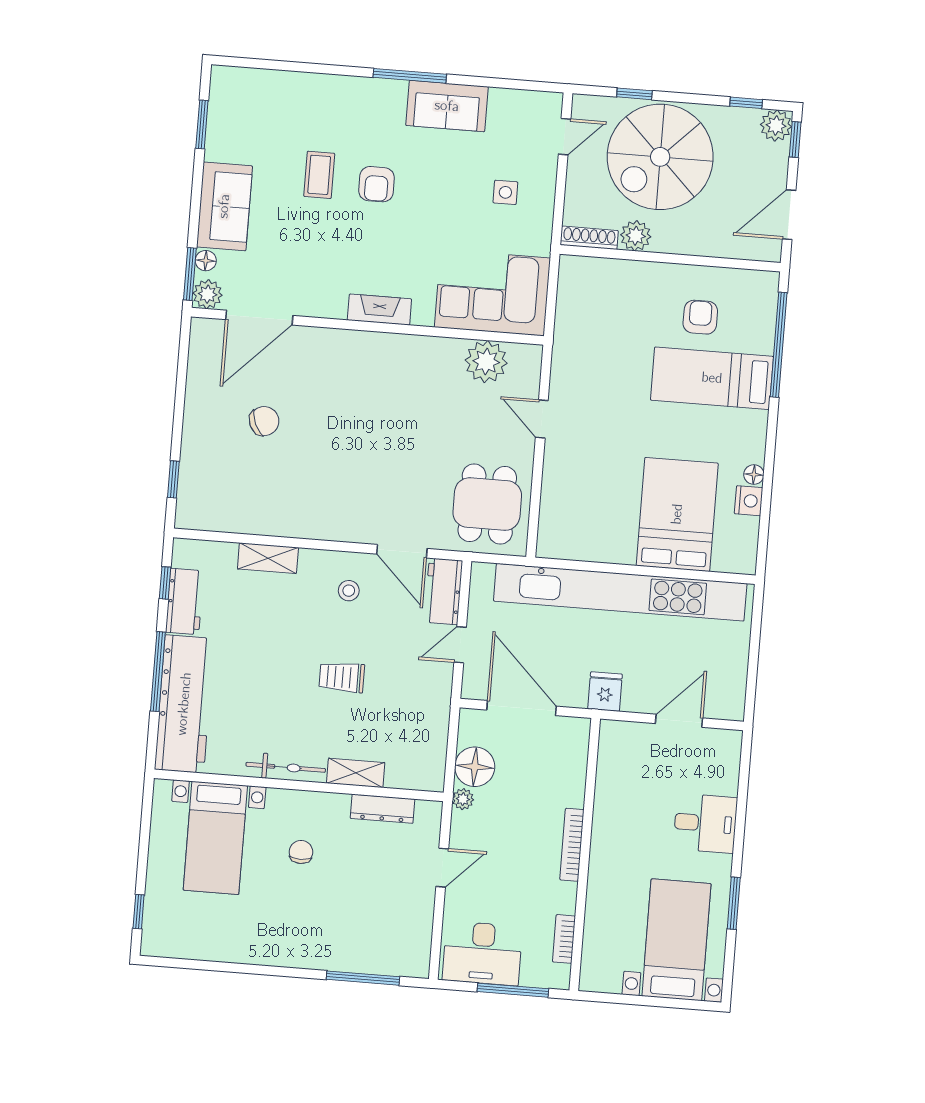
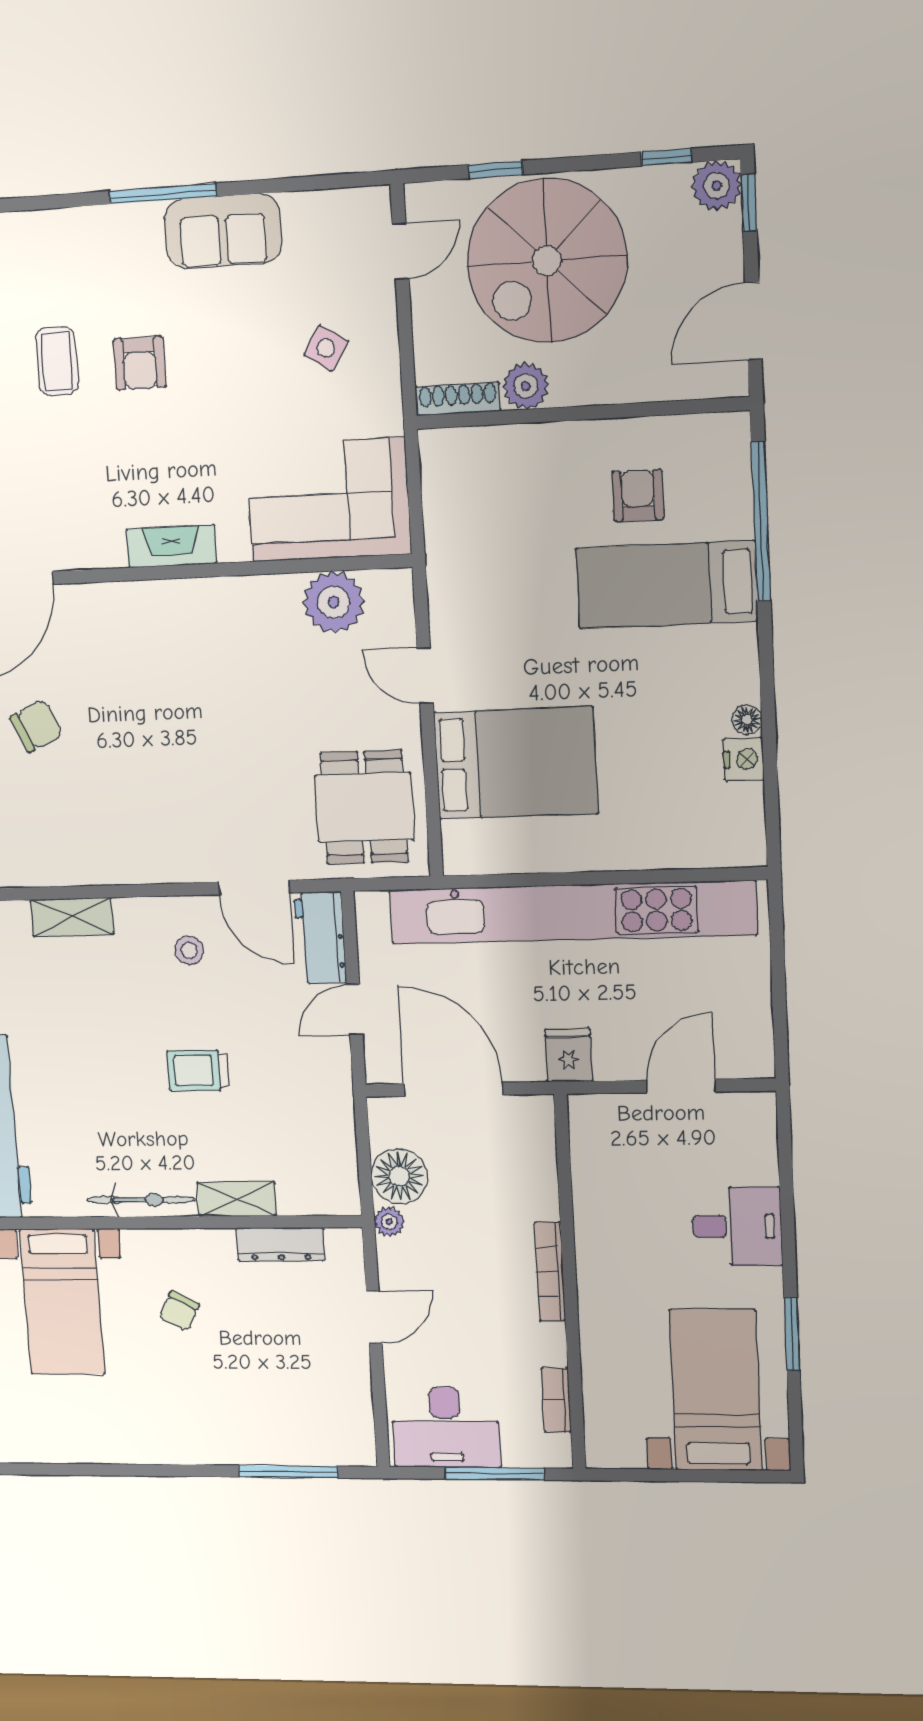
side table: (505, 192) -> (326, 348), turned 33
bed: (677, 514) -> (516, 763), moved, turned 90
chair: (301, 852) -> (179, 1311), turned -153

